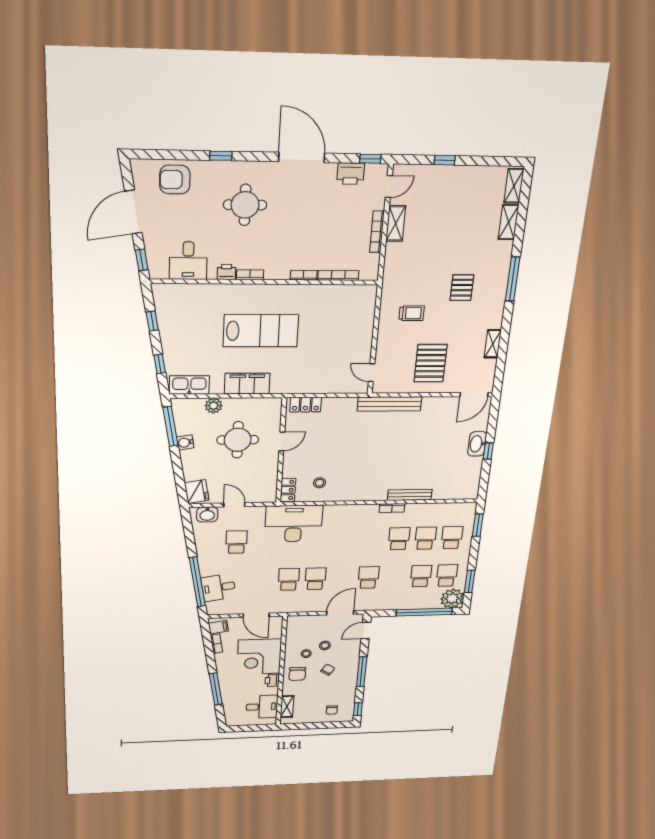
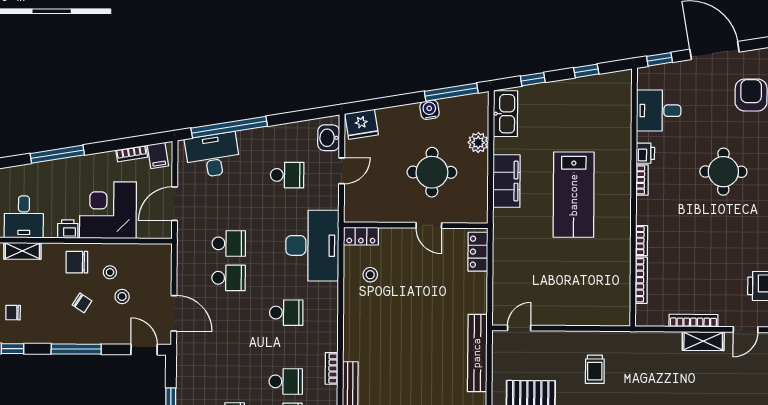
door: (389, 187) -> (746, 330), hinge flipped
school desk: (368, 577) -> (286, 313), moved
desk: (219, 588) -> (213, 155), width x1.37

